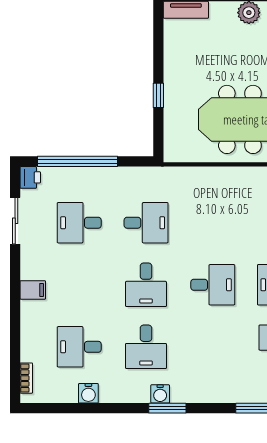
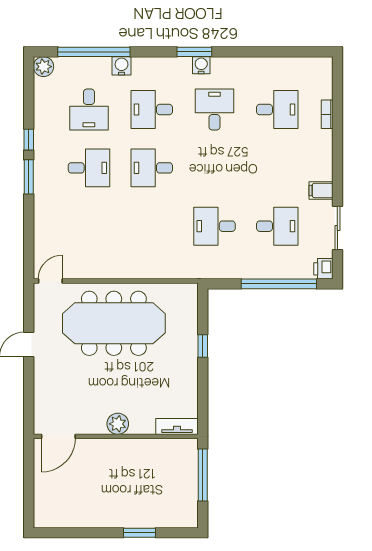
desk: (146, 285) -> (152, 110), moved, turned -90
filing cabinet: (33, 290) -> (321, 190), moved
bookcase: (26, 378) -> (327, 114), moved
water cooler: (88, 393) -> (122, 66), moved

